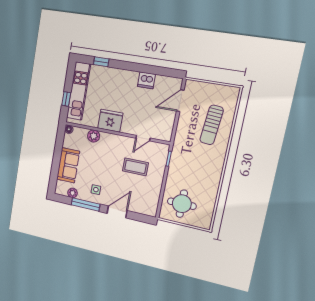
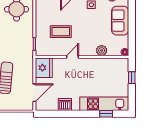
kitchen unit: (79, 91) -> (104, 104), moved, turned 90
fridge: (110, 121) -> (44, 68), moved, turned -90
door: (143, 138) -> (73, 57), moved

